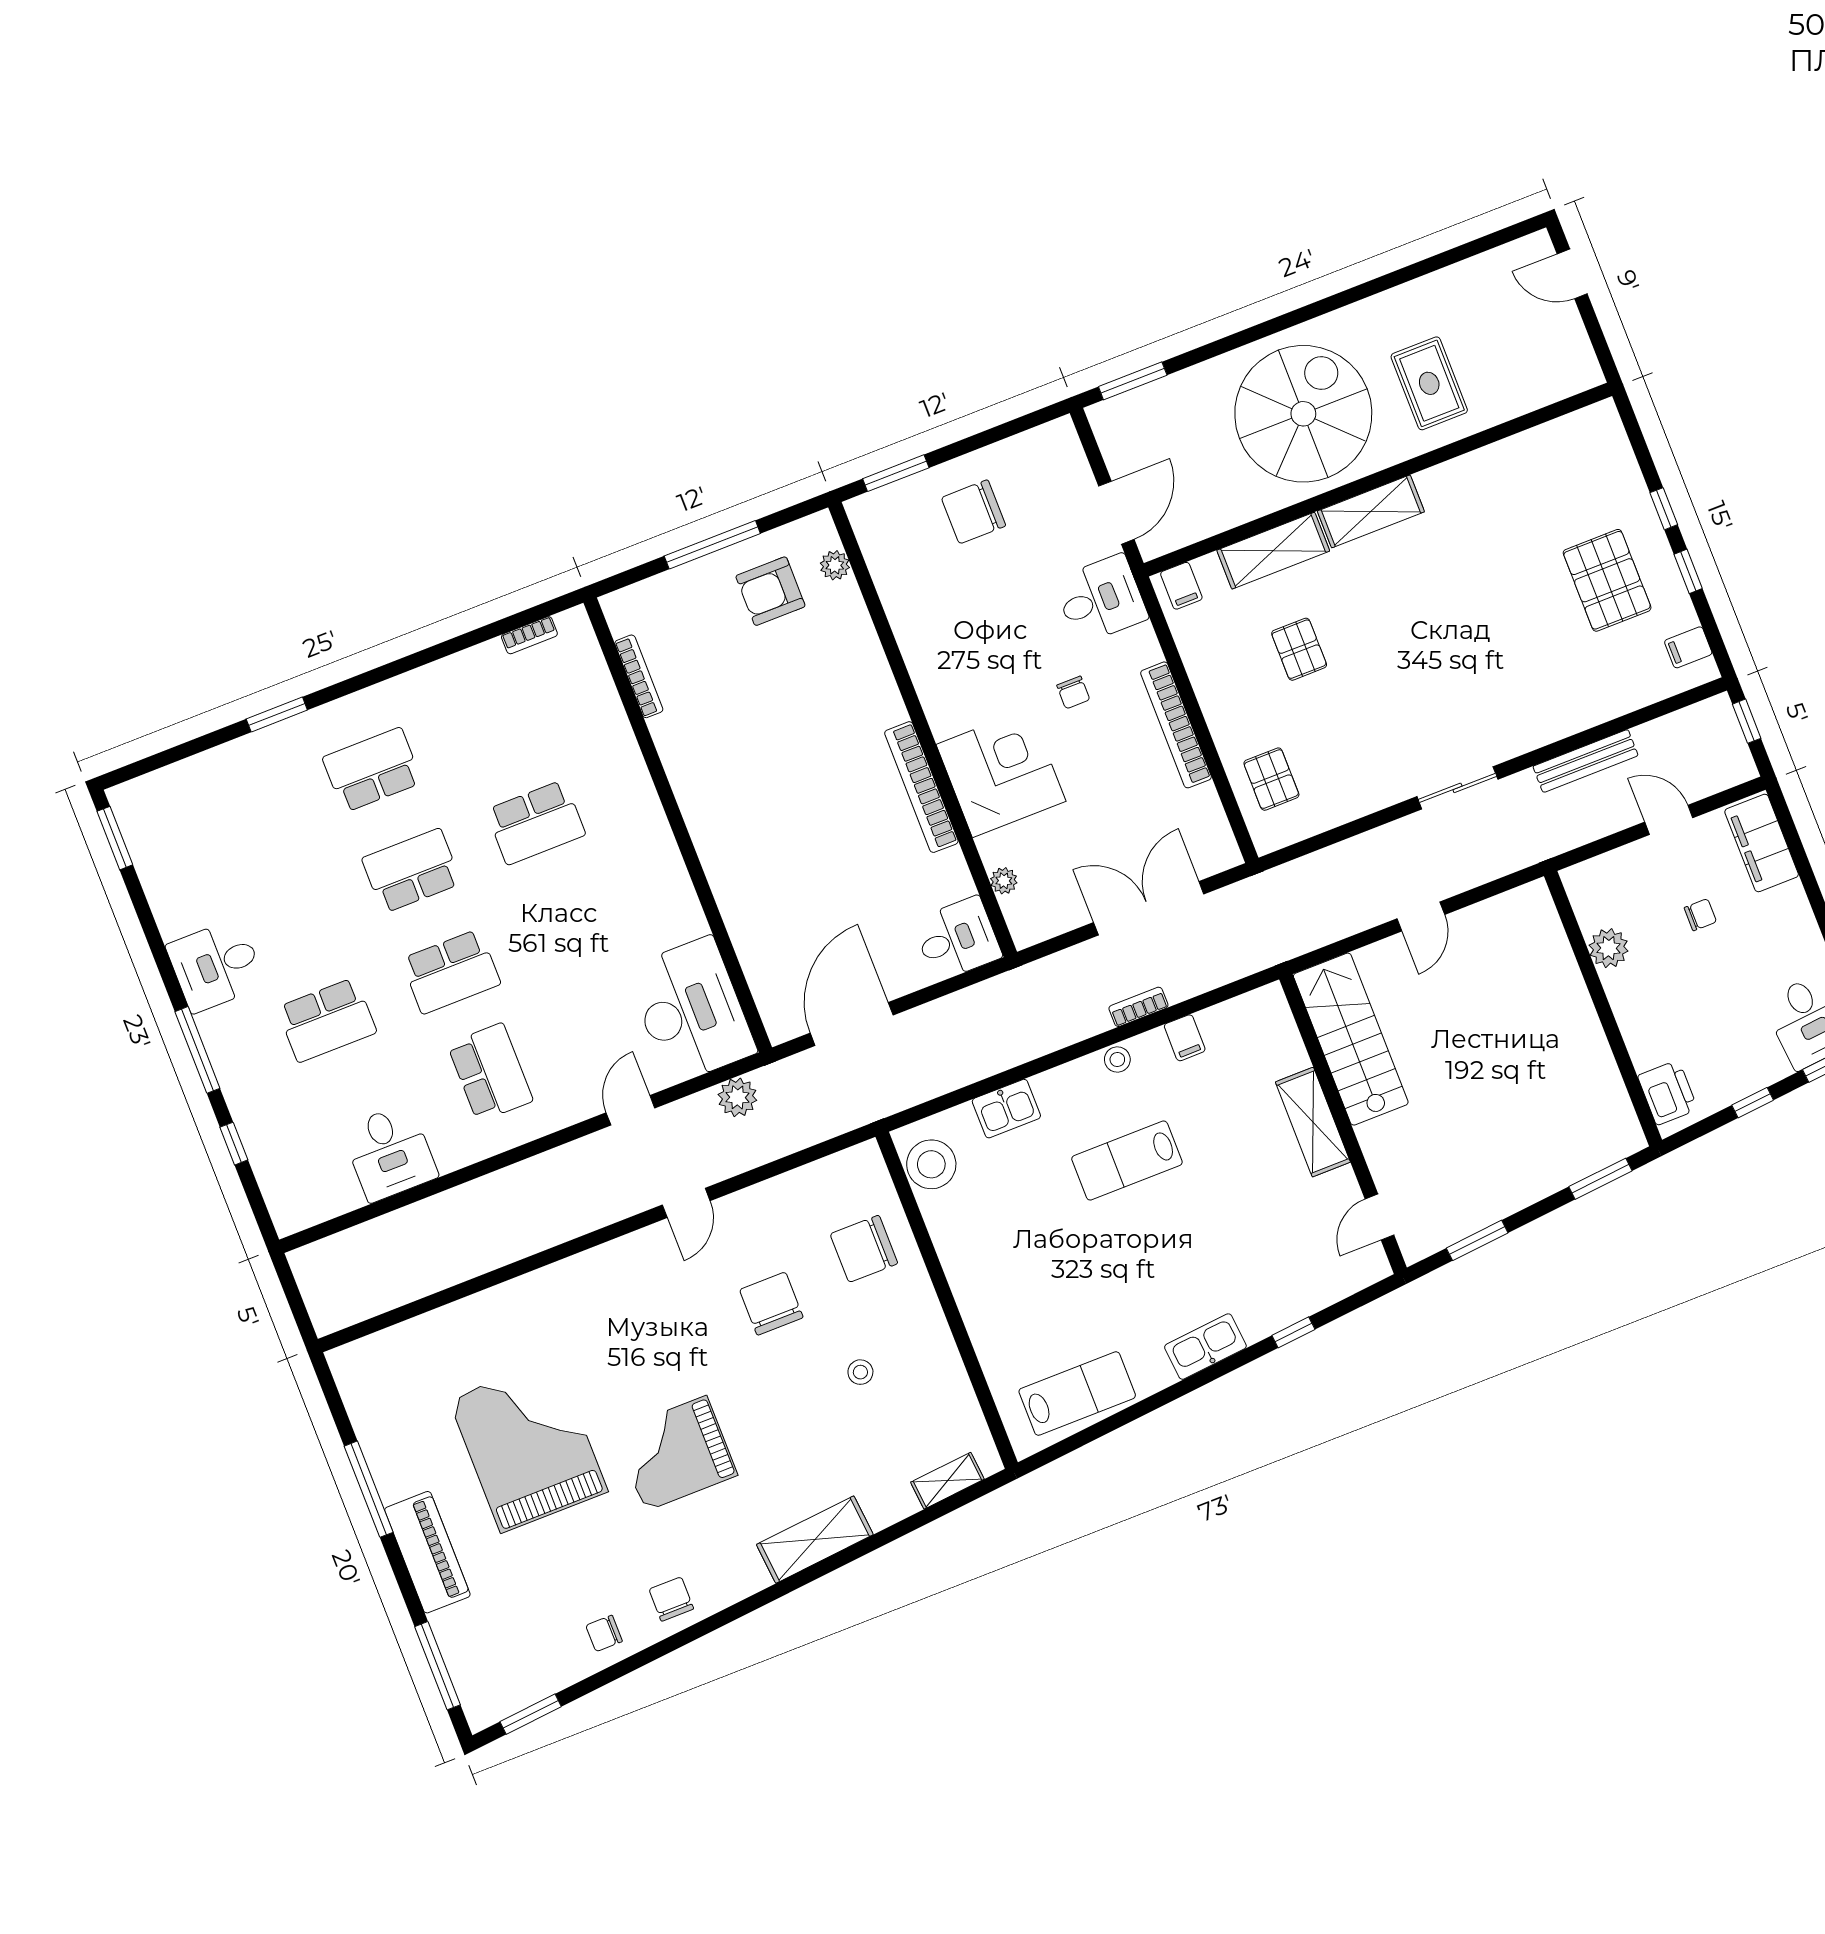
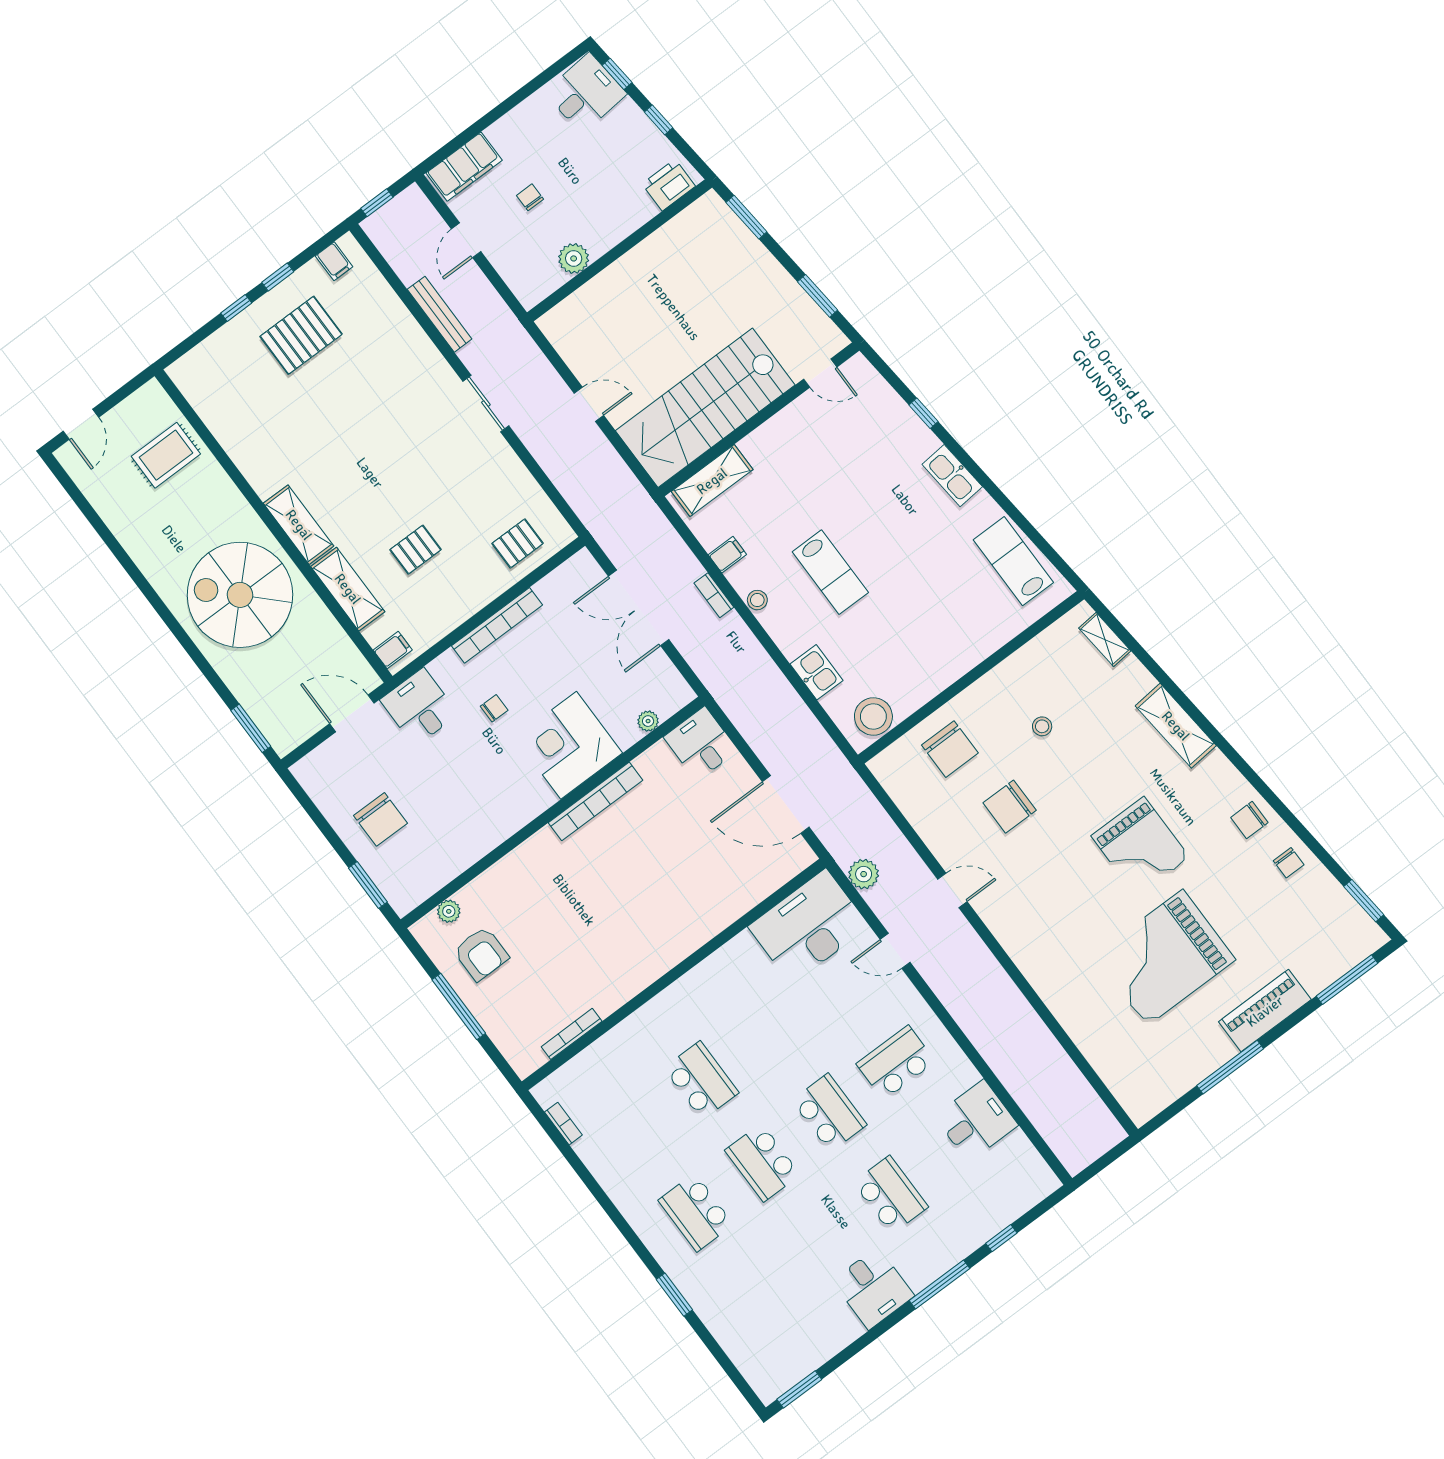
rug: (1429, 383) -> (166, 455), moved
stairs: (1351, 1039) -> (705, 408), width x1.36, depth x1.51
shelving: (1313, 1122) -> (712, 481), moved

